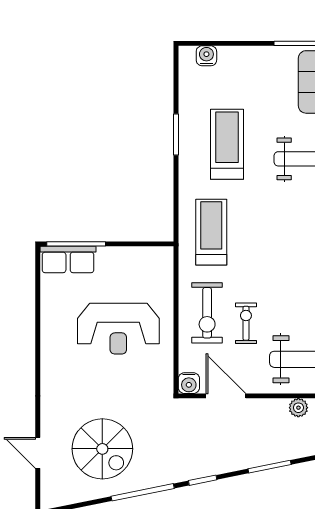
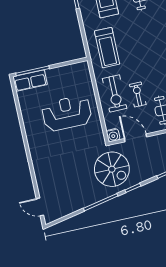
treadmill: (211, 232) -> (107, 48), turned 180
reception desk: (118, 329) -> (67, 113), turned 180
spiral stairs: (102, 449) -> (112, 169), moved
door: (38, 453) -> (40, 207), moved

